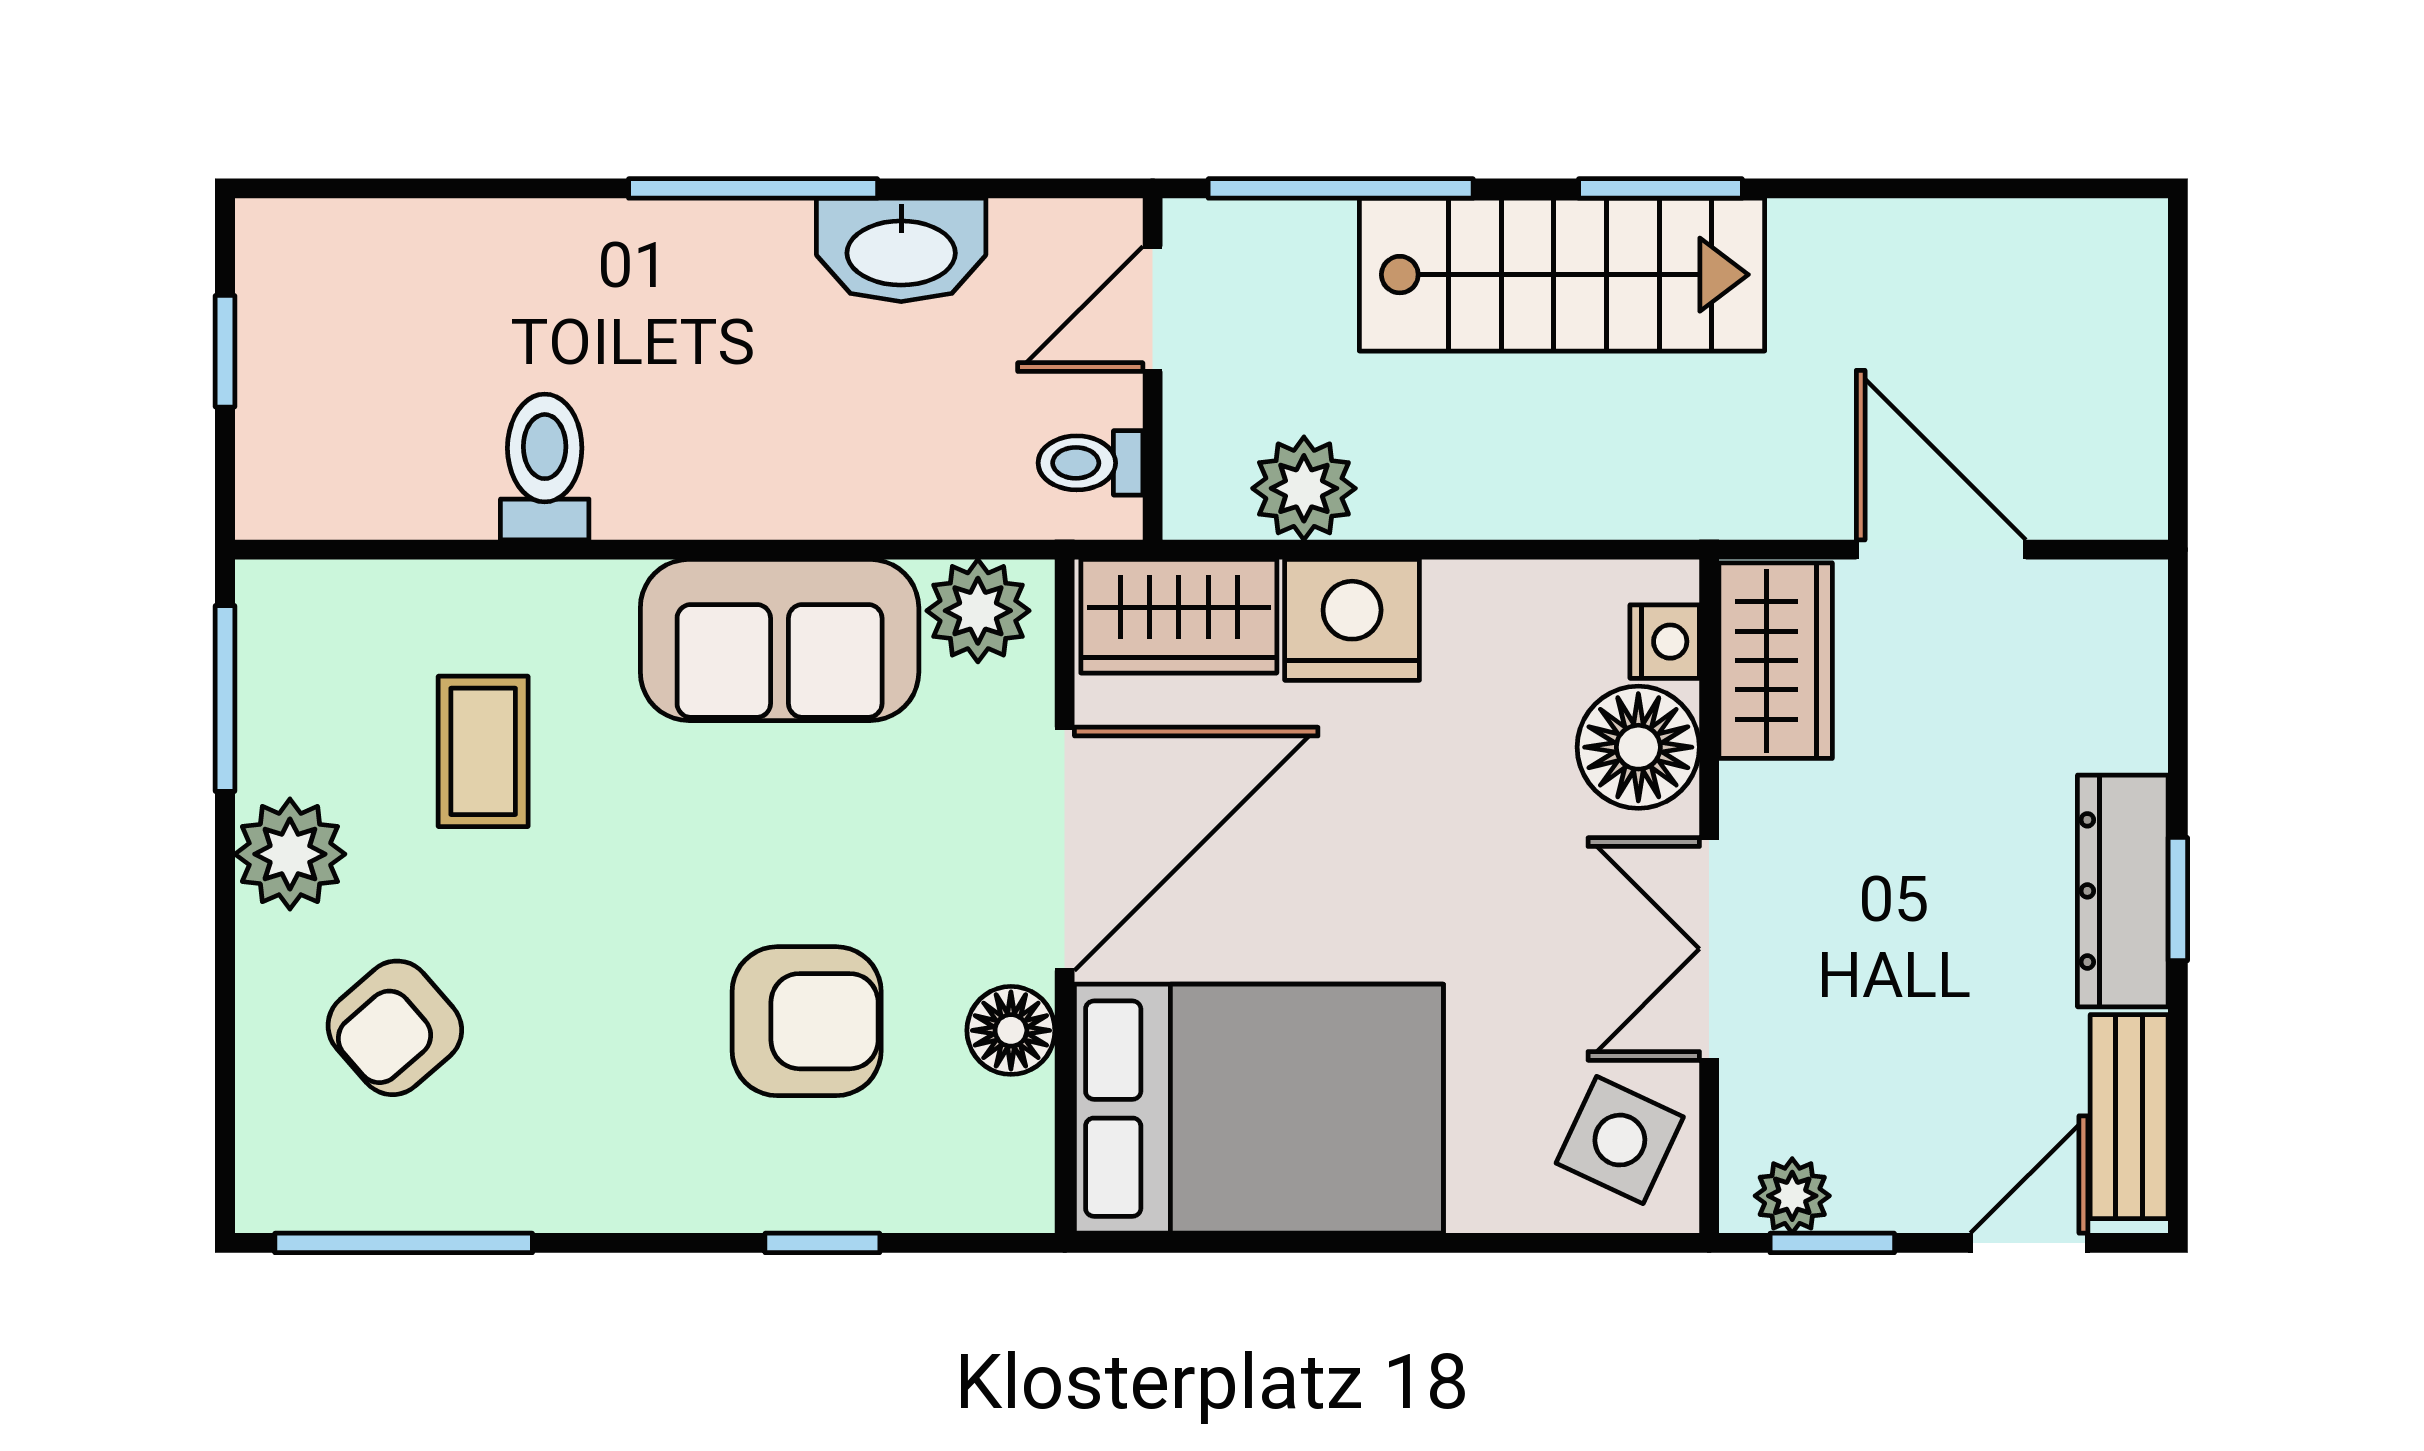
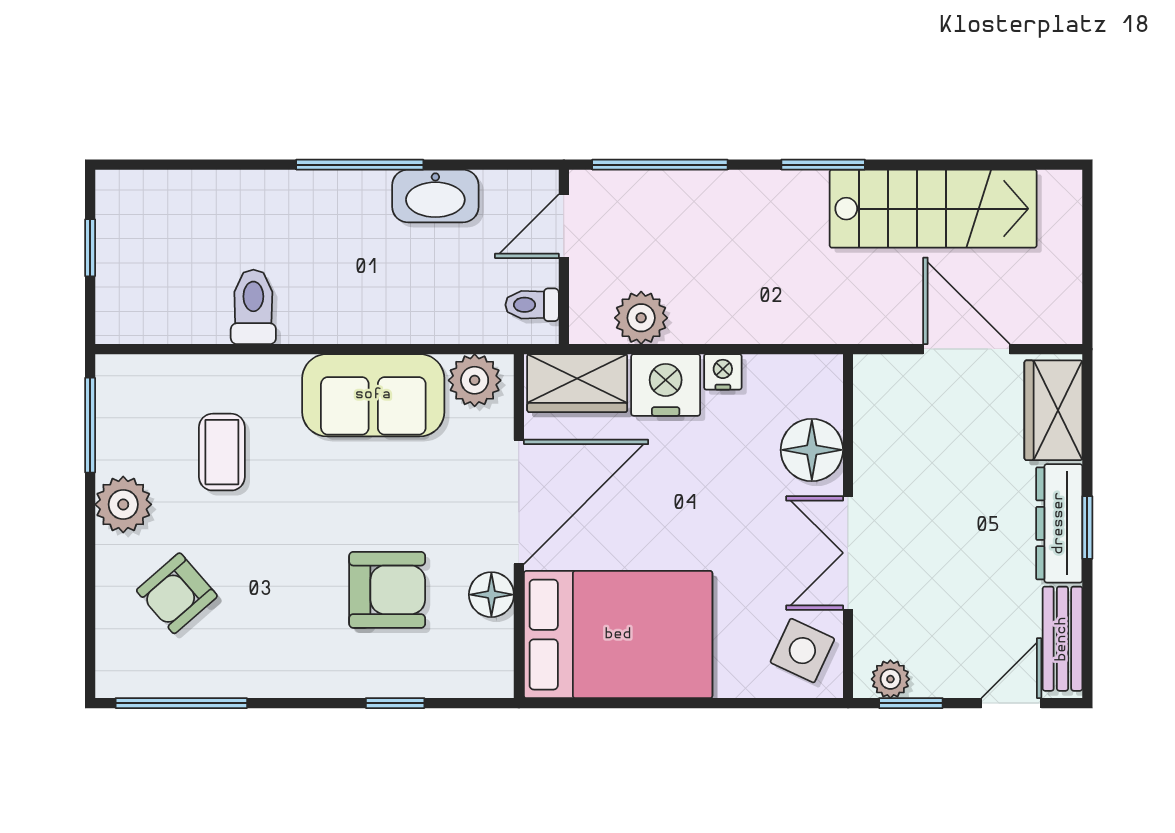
stairs: (1562, 275) -> (933, 209), moved
nightstand: (1665, 642) -> (723, 372), moved, turned -90
wardrobe: (1776, 661) -> (1053, 410), moved, turned 180

